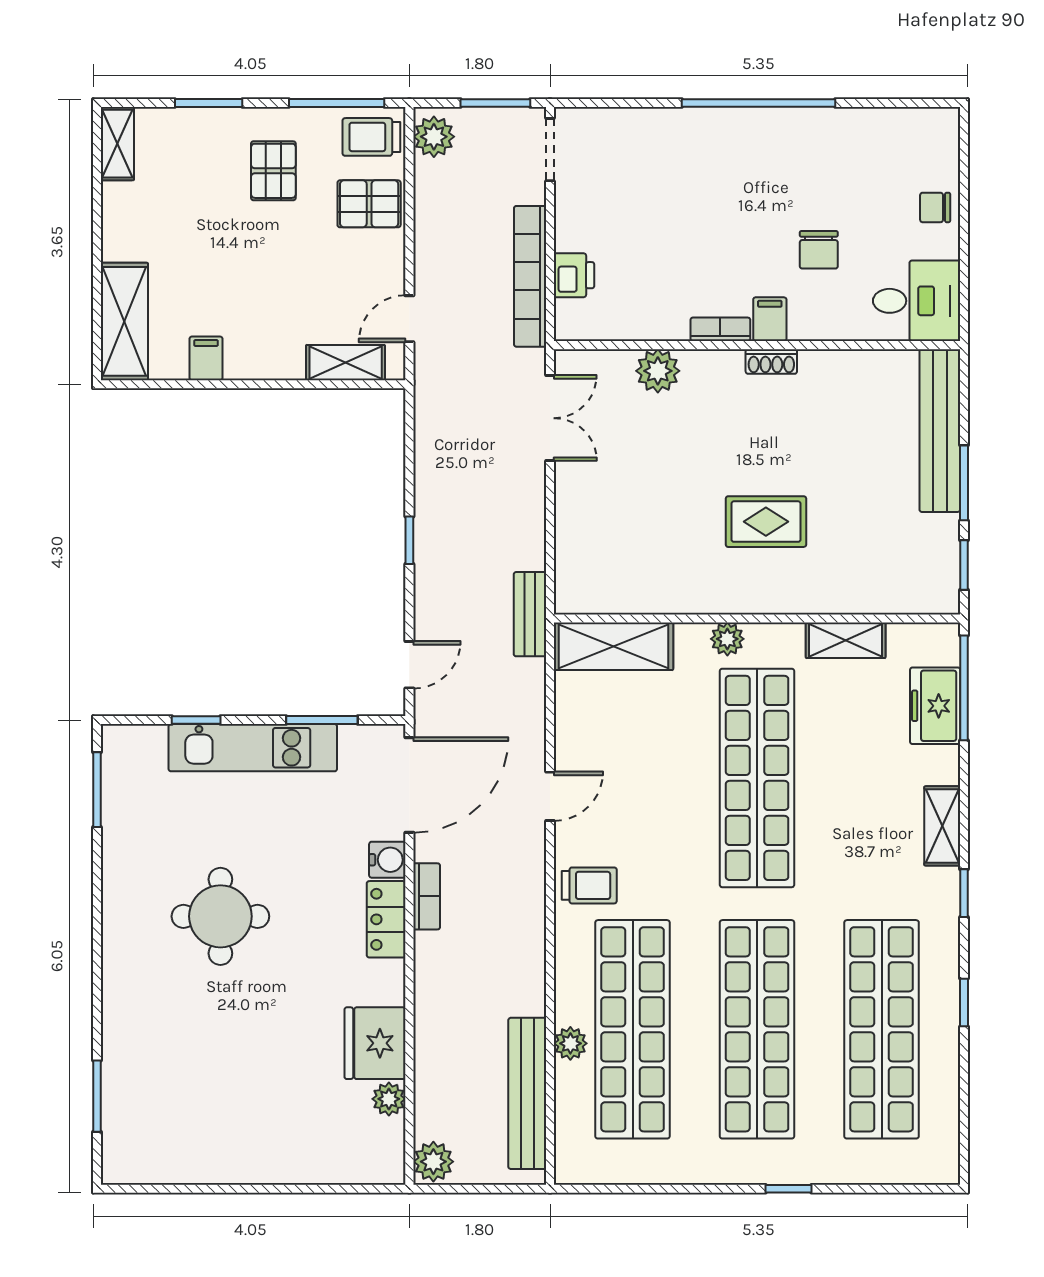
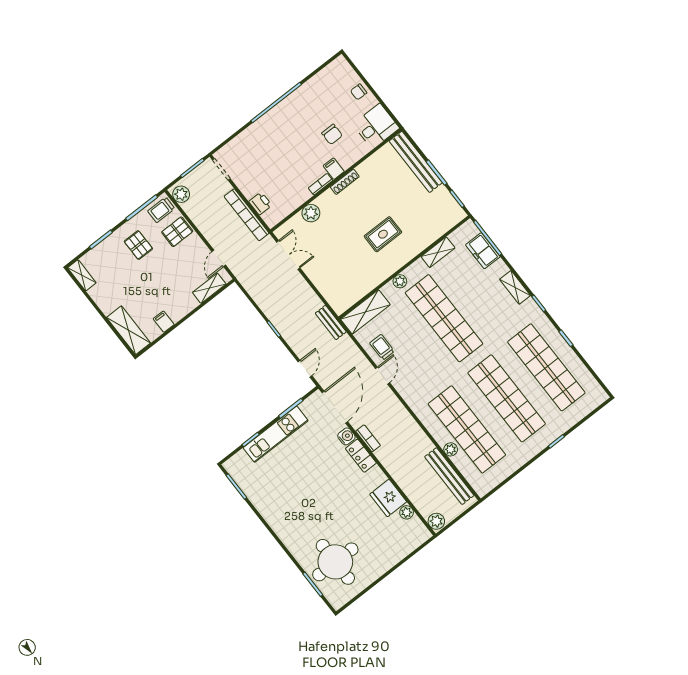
shoe rack: (771, 361) -> (345, 182), width x1.43
trolley: (589, 885) -> (382, 347), moved, turned -90
round table: (220, 916) -> (335, 562), moved, width x1.36, depth x1.36

